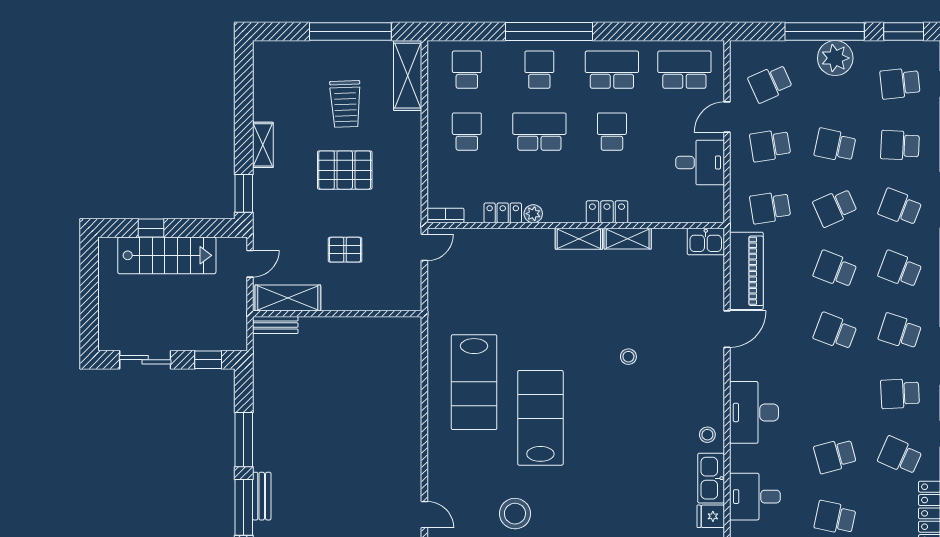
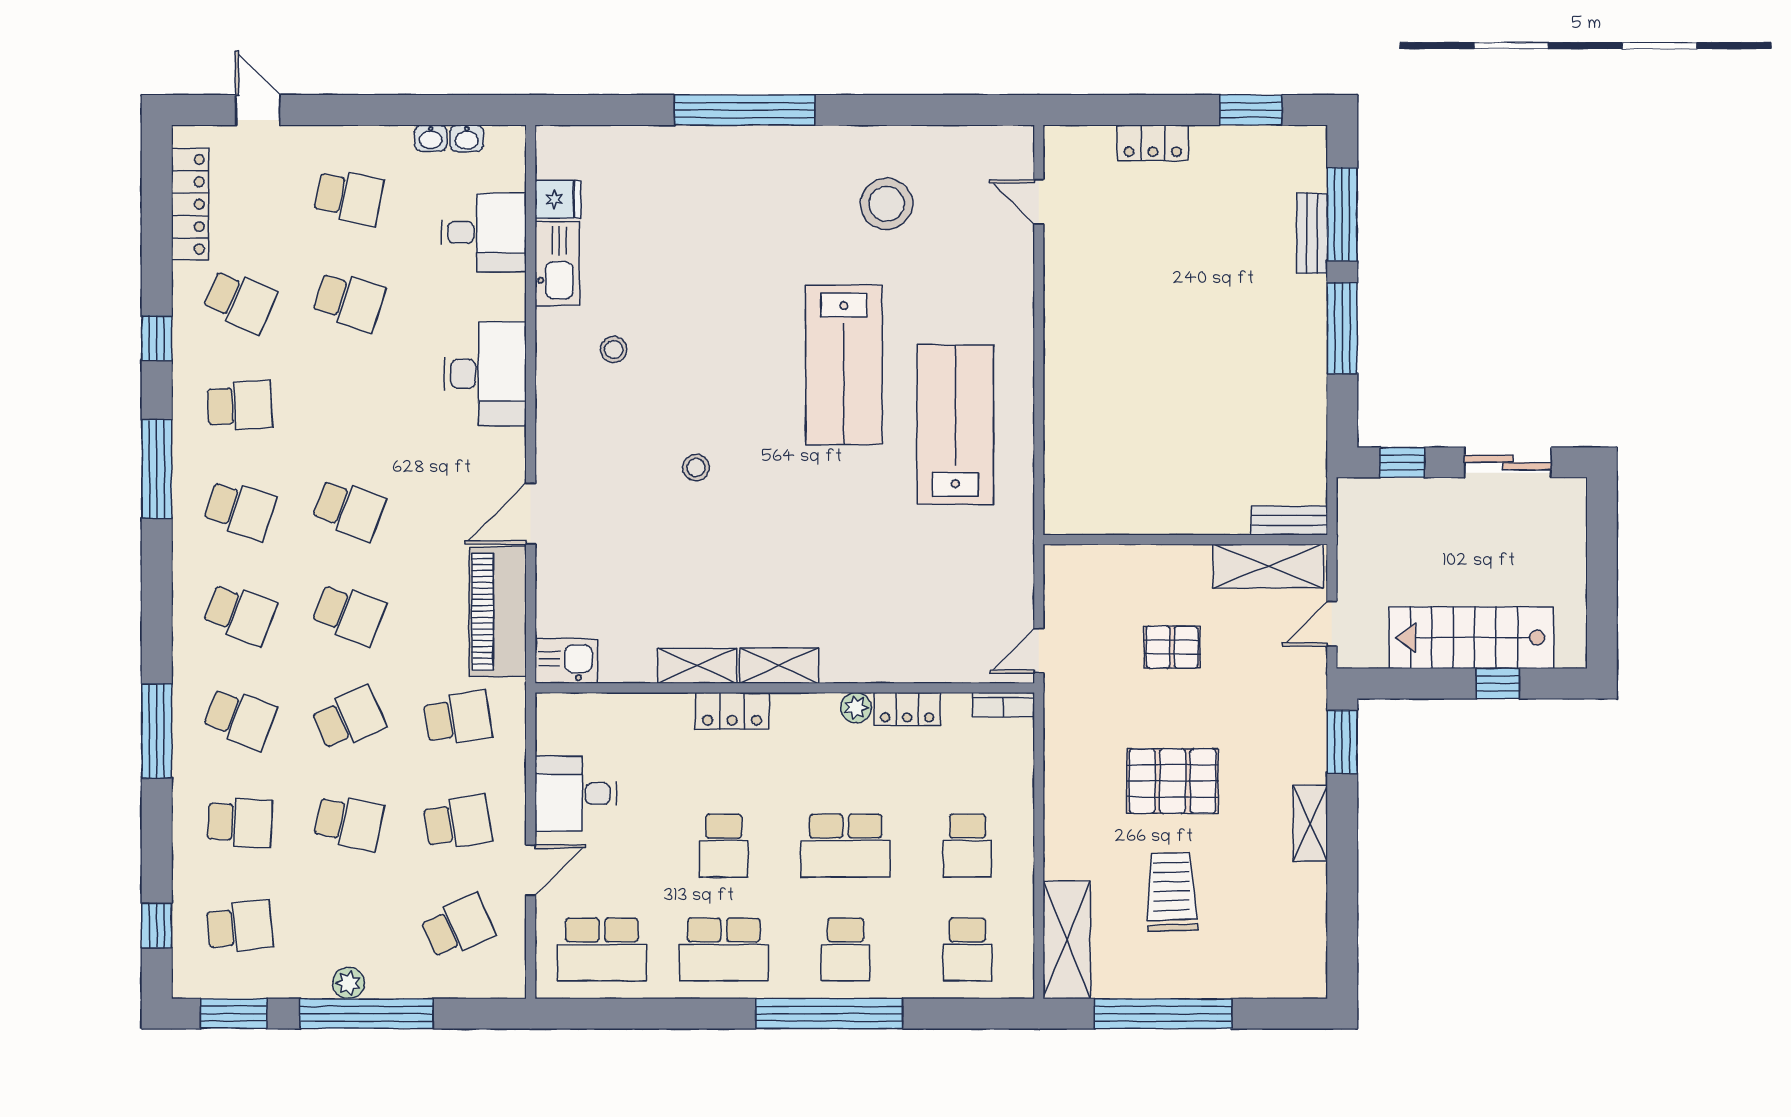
plant: (835, 58) -> (349, 983), width x0.53, depth x0.53
stool: (707, 435) -> (614, 349), moved
school desk: (835, 456) -> (349, 301), turned 33

